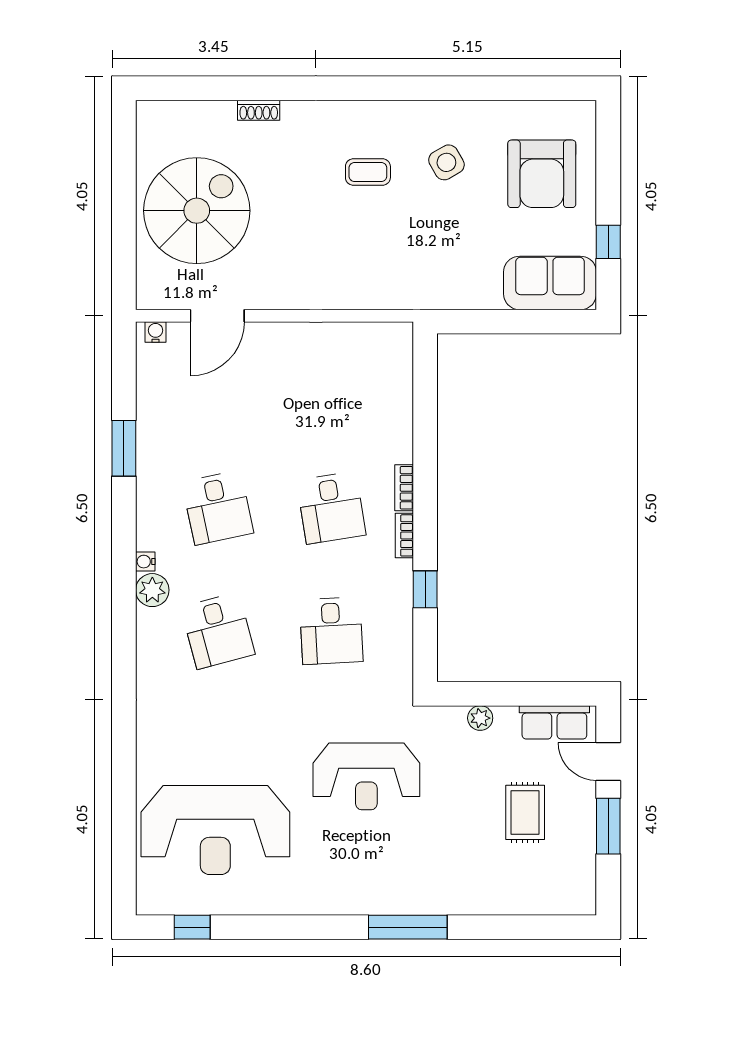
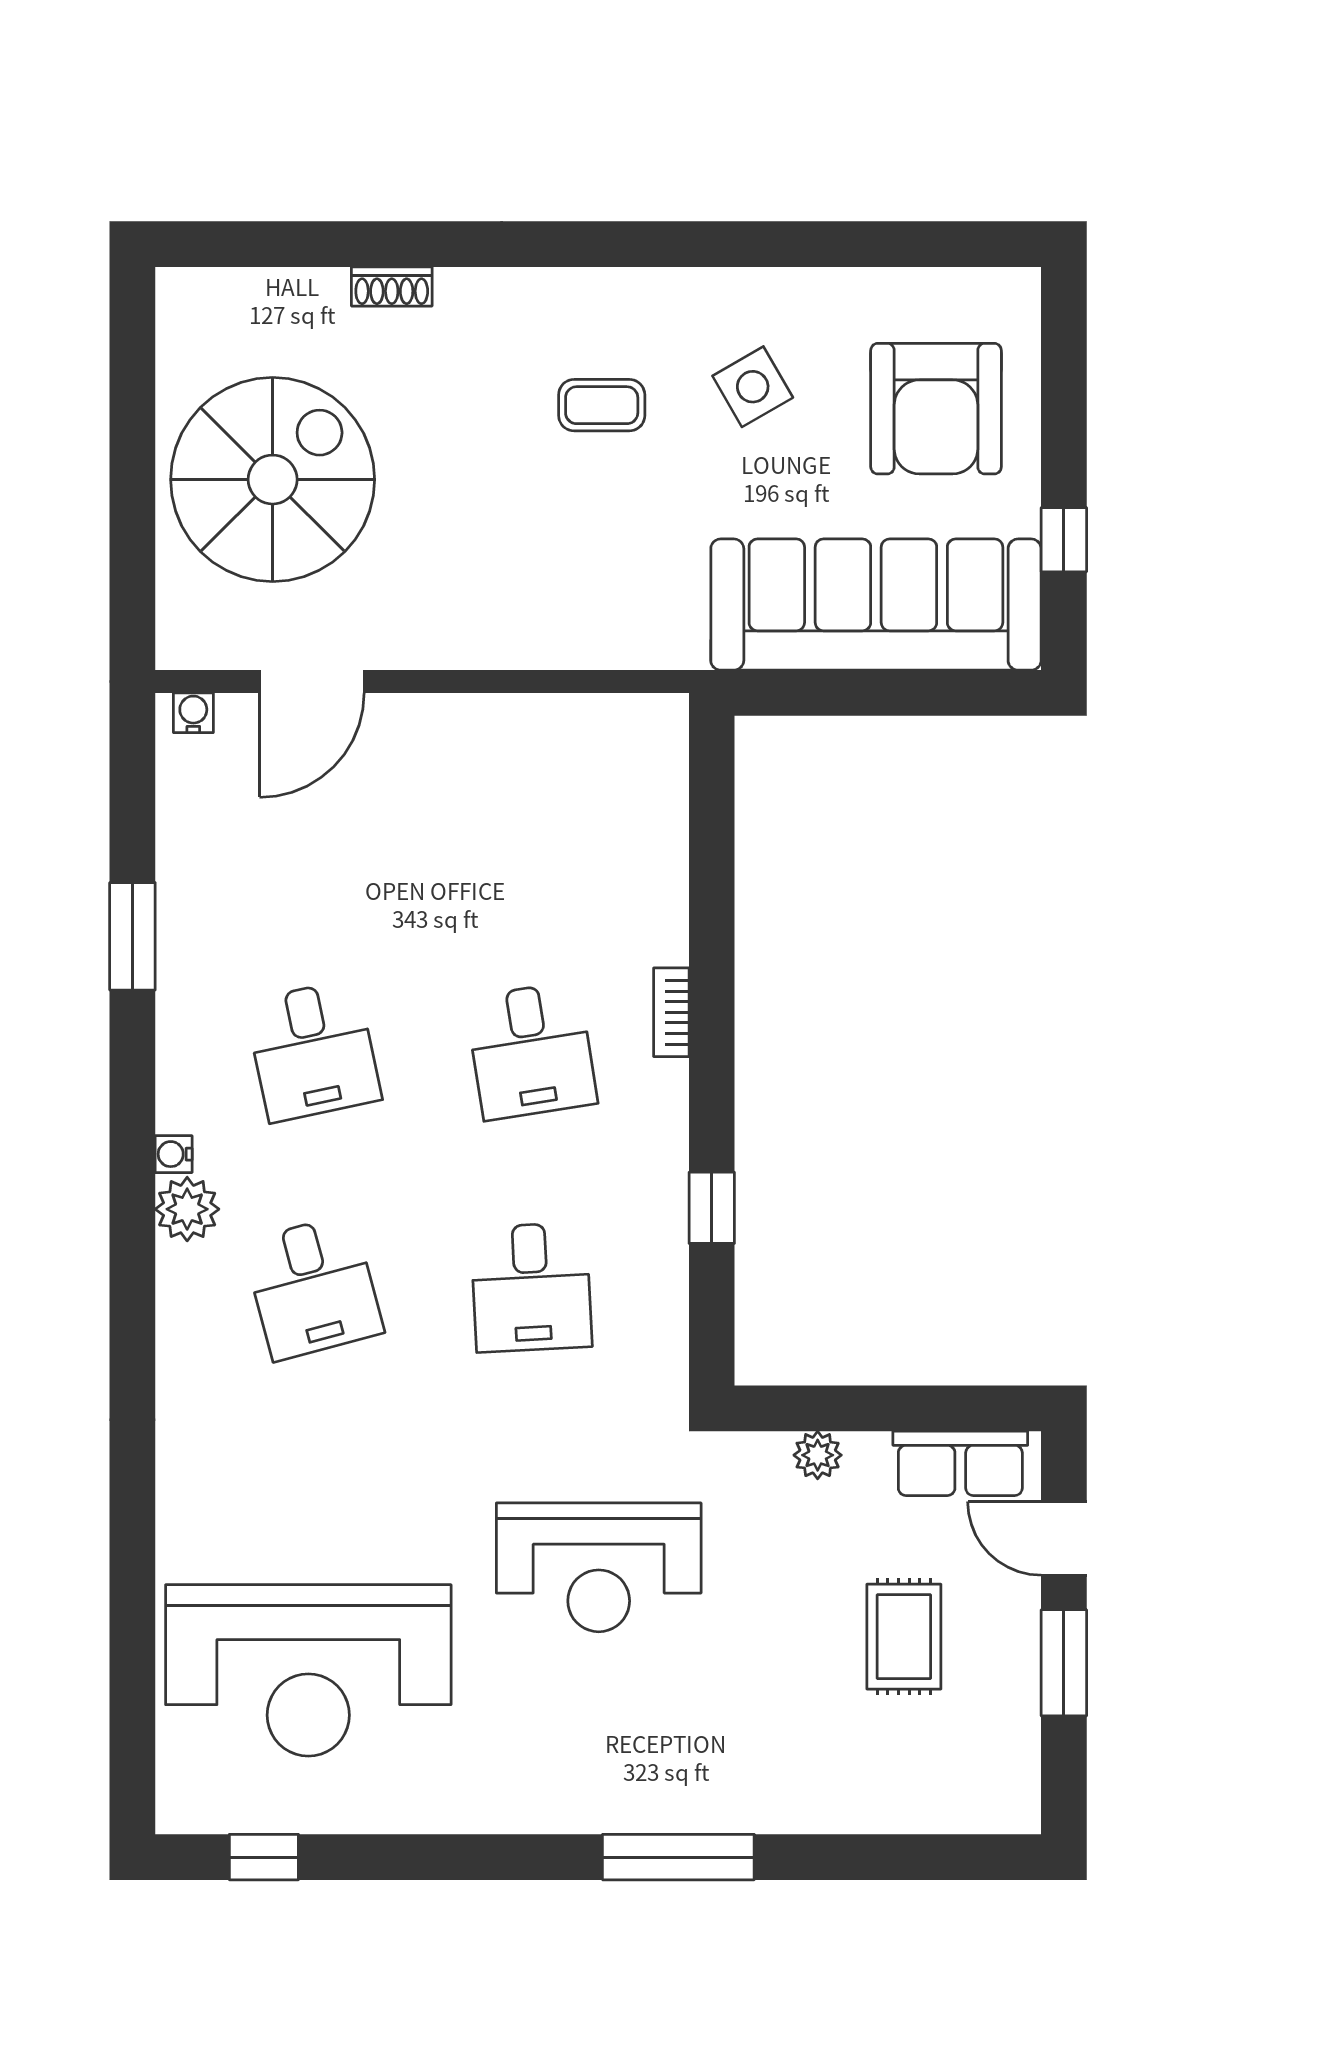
sofa: (550, 283) -> (876, 605), width x1.85, depth x1.27
bookcase: (404, 535) -> (672, 1104), removed

